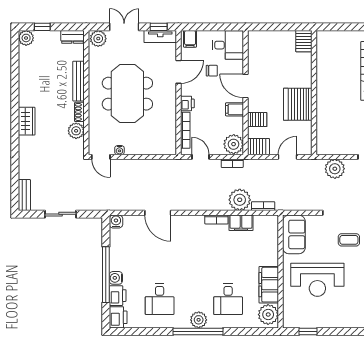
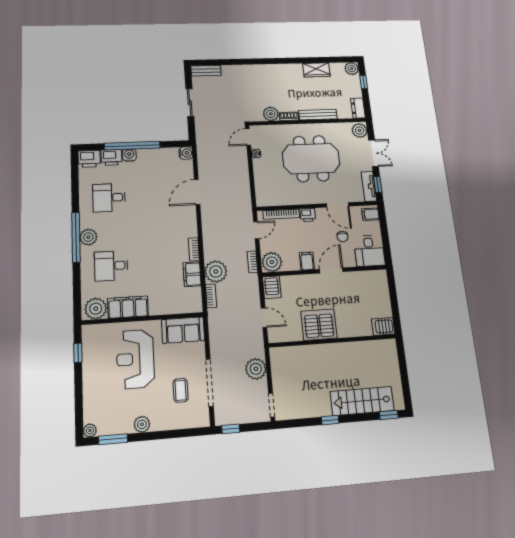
server rack: (257, 120) -> (299, 284), removed
wardrobe: (27, 121) -> (316, 70), moved

